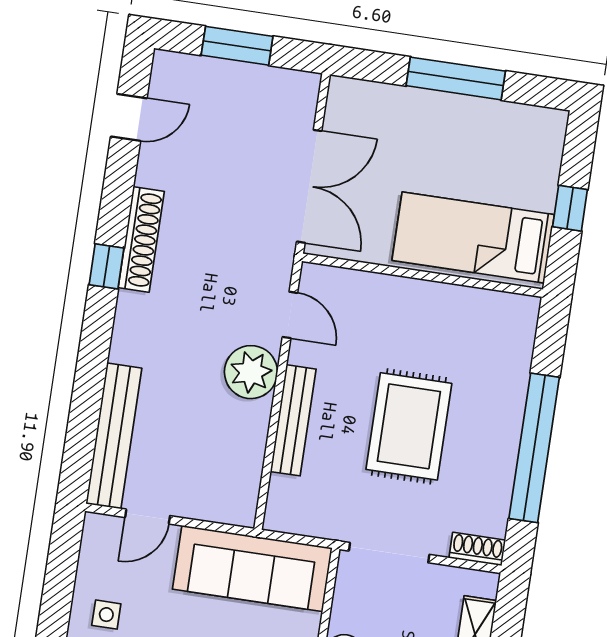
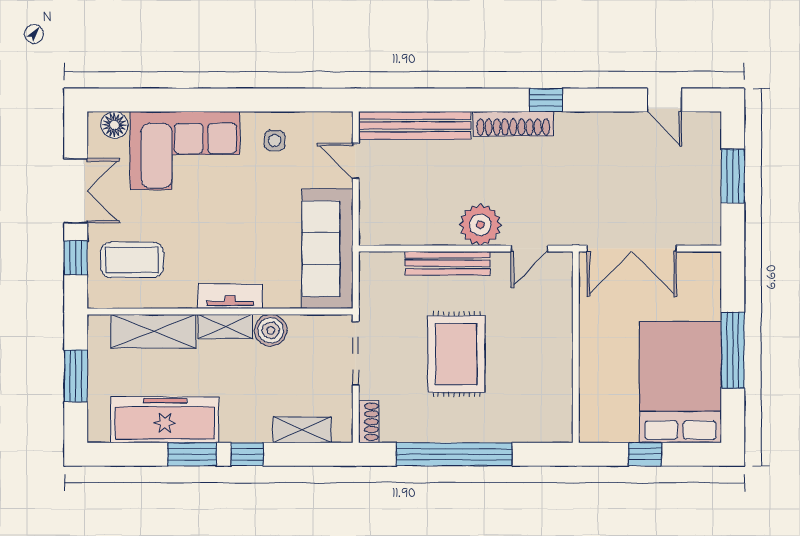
bed: (473, 237) -> (680, 382), moved, width x1.50
shoe rack: (141, 239) -> (513, 124), moved
rug: (409, 426) -> (456, 354), turned 90

